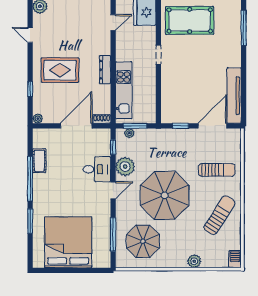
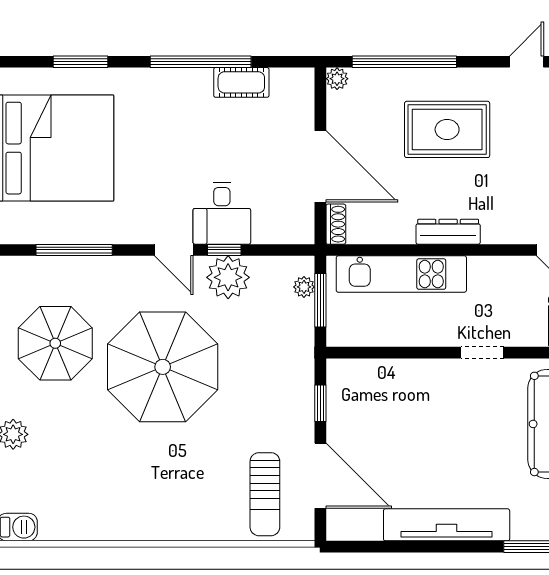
rug: (60, 70) -> (447, 129), turned 90
window: (30, 89) -> (404, 62), width x3.17
tv unit: (234, 96) -> (447, 525), moved
window: (113, 147) -> (224, 250), moved
sun lounger: (217, 170) -> (265, 494), moved
sun lounger: (220, 215) -> (118, 492), removed
window: (30, 221) -> (80, 62), moved
parasol: (143, 241) -> (55, 343), moved

